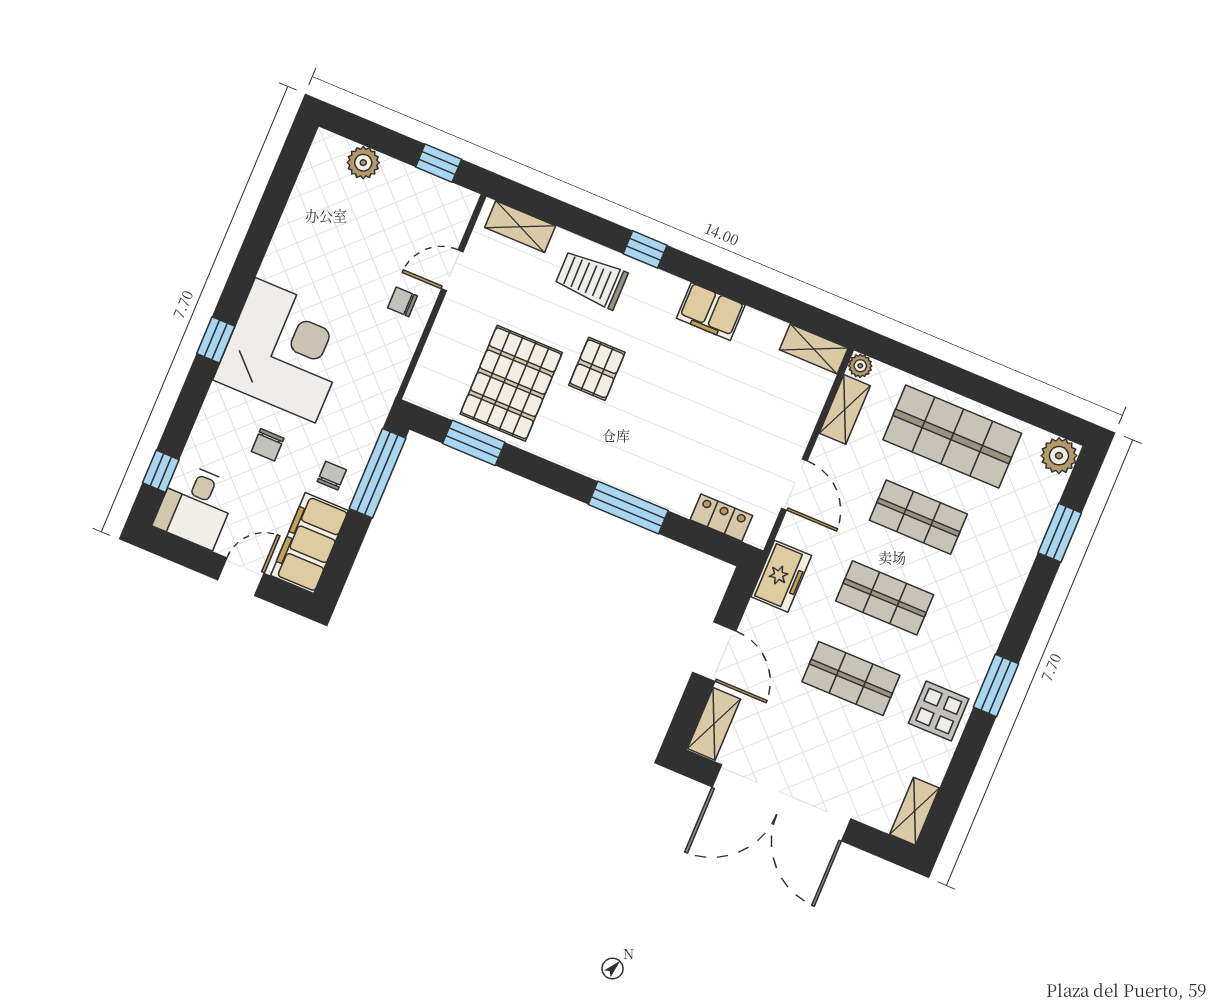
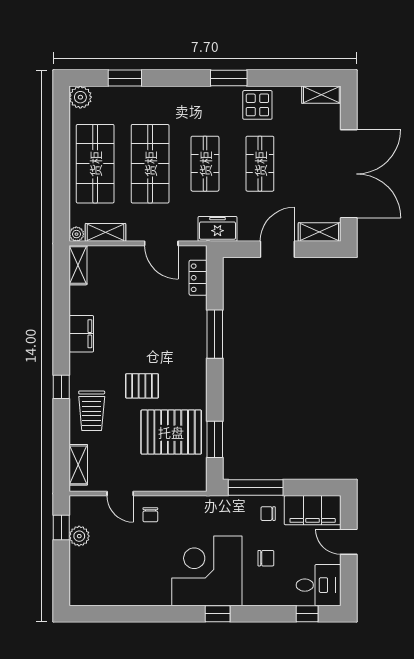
plant: (363, 163) -> (79, 536), moved
door: (794, 484) -> (161, 243), swing flipped
shop shelf: (918, 517) -> (150, 164), width x1.43, depth x1.36

